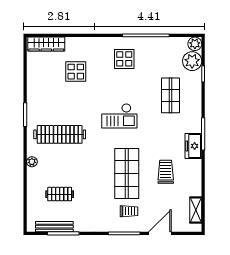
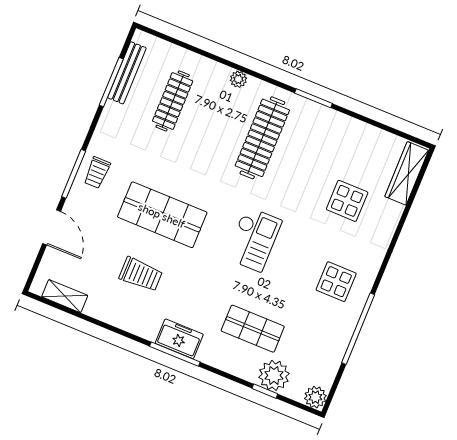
plant: (192, 61) -> (274, 375), moved
checkout: (119, 116) -> (254, 239), turned 180
freezer: (193, 146) -> (179, 339), moved
clothes rail: (60, 194) -> (173, 101), width x1.36
trolley: (129, 211) -> (97, 173), moved

